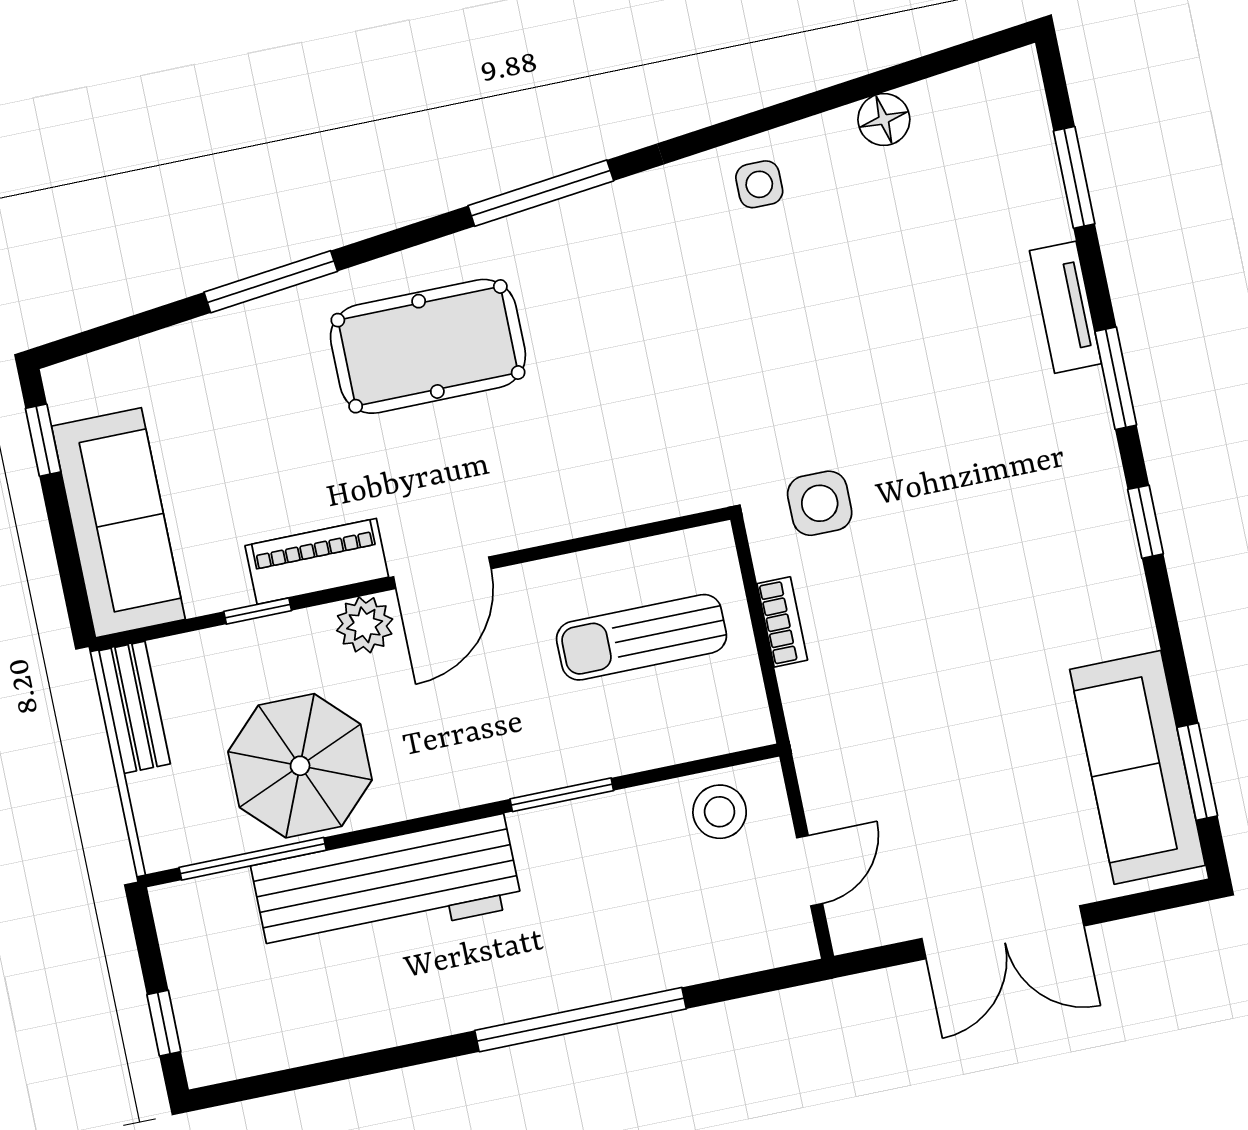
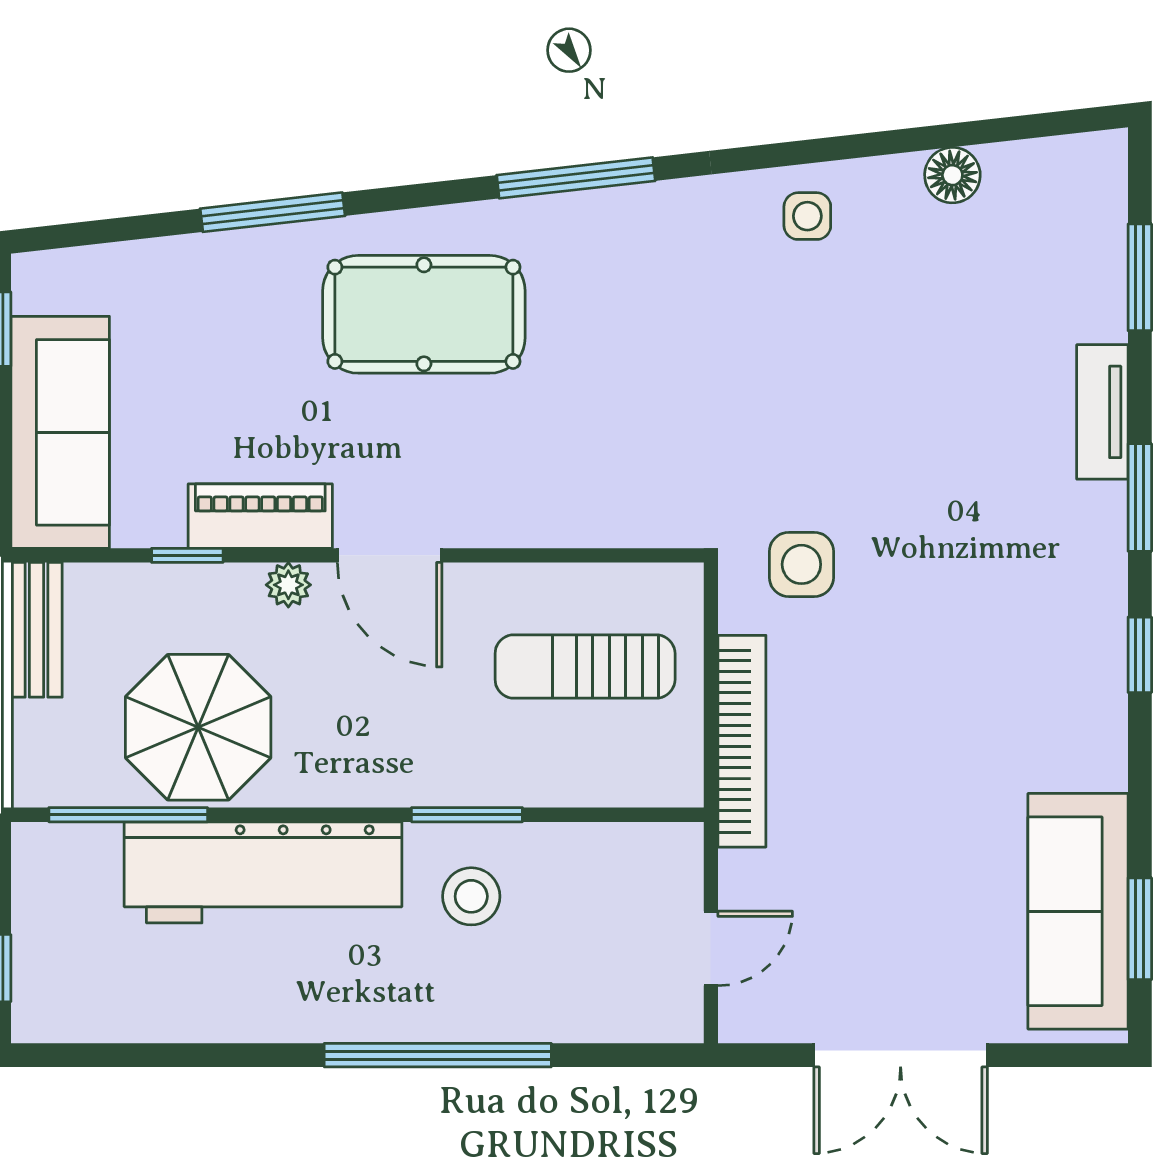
door: (442, 573) -> (390, 555), hinge flipped
bookcase: (782, 622) -> (742, 741), width x2.31, depth x1.31
plant: (365, 625) -> (288, 585), width x0.73, depth x0.73
stool: (720, 812) -> (471, 896), moved

